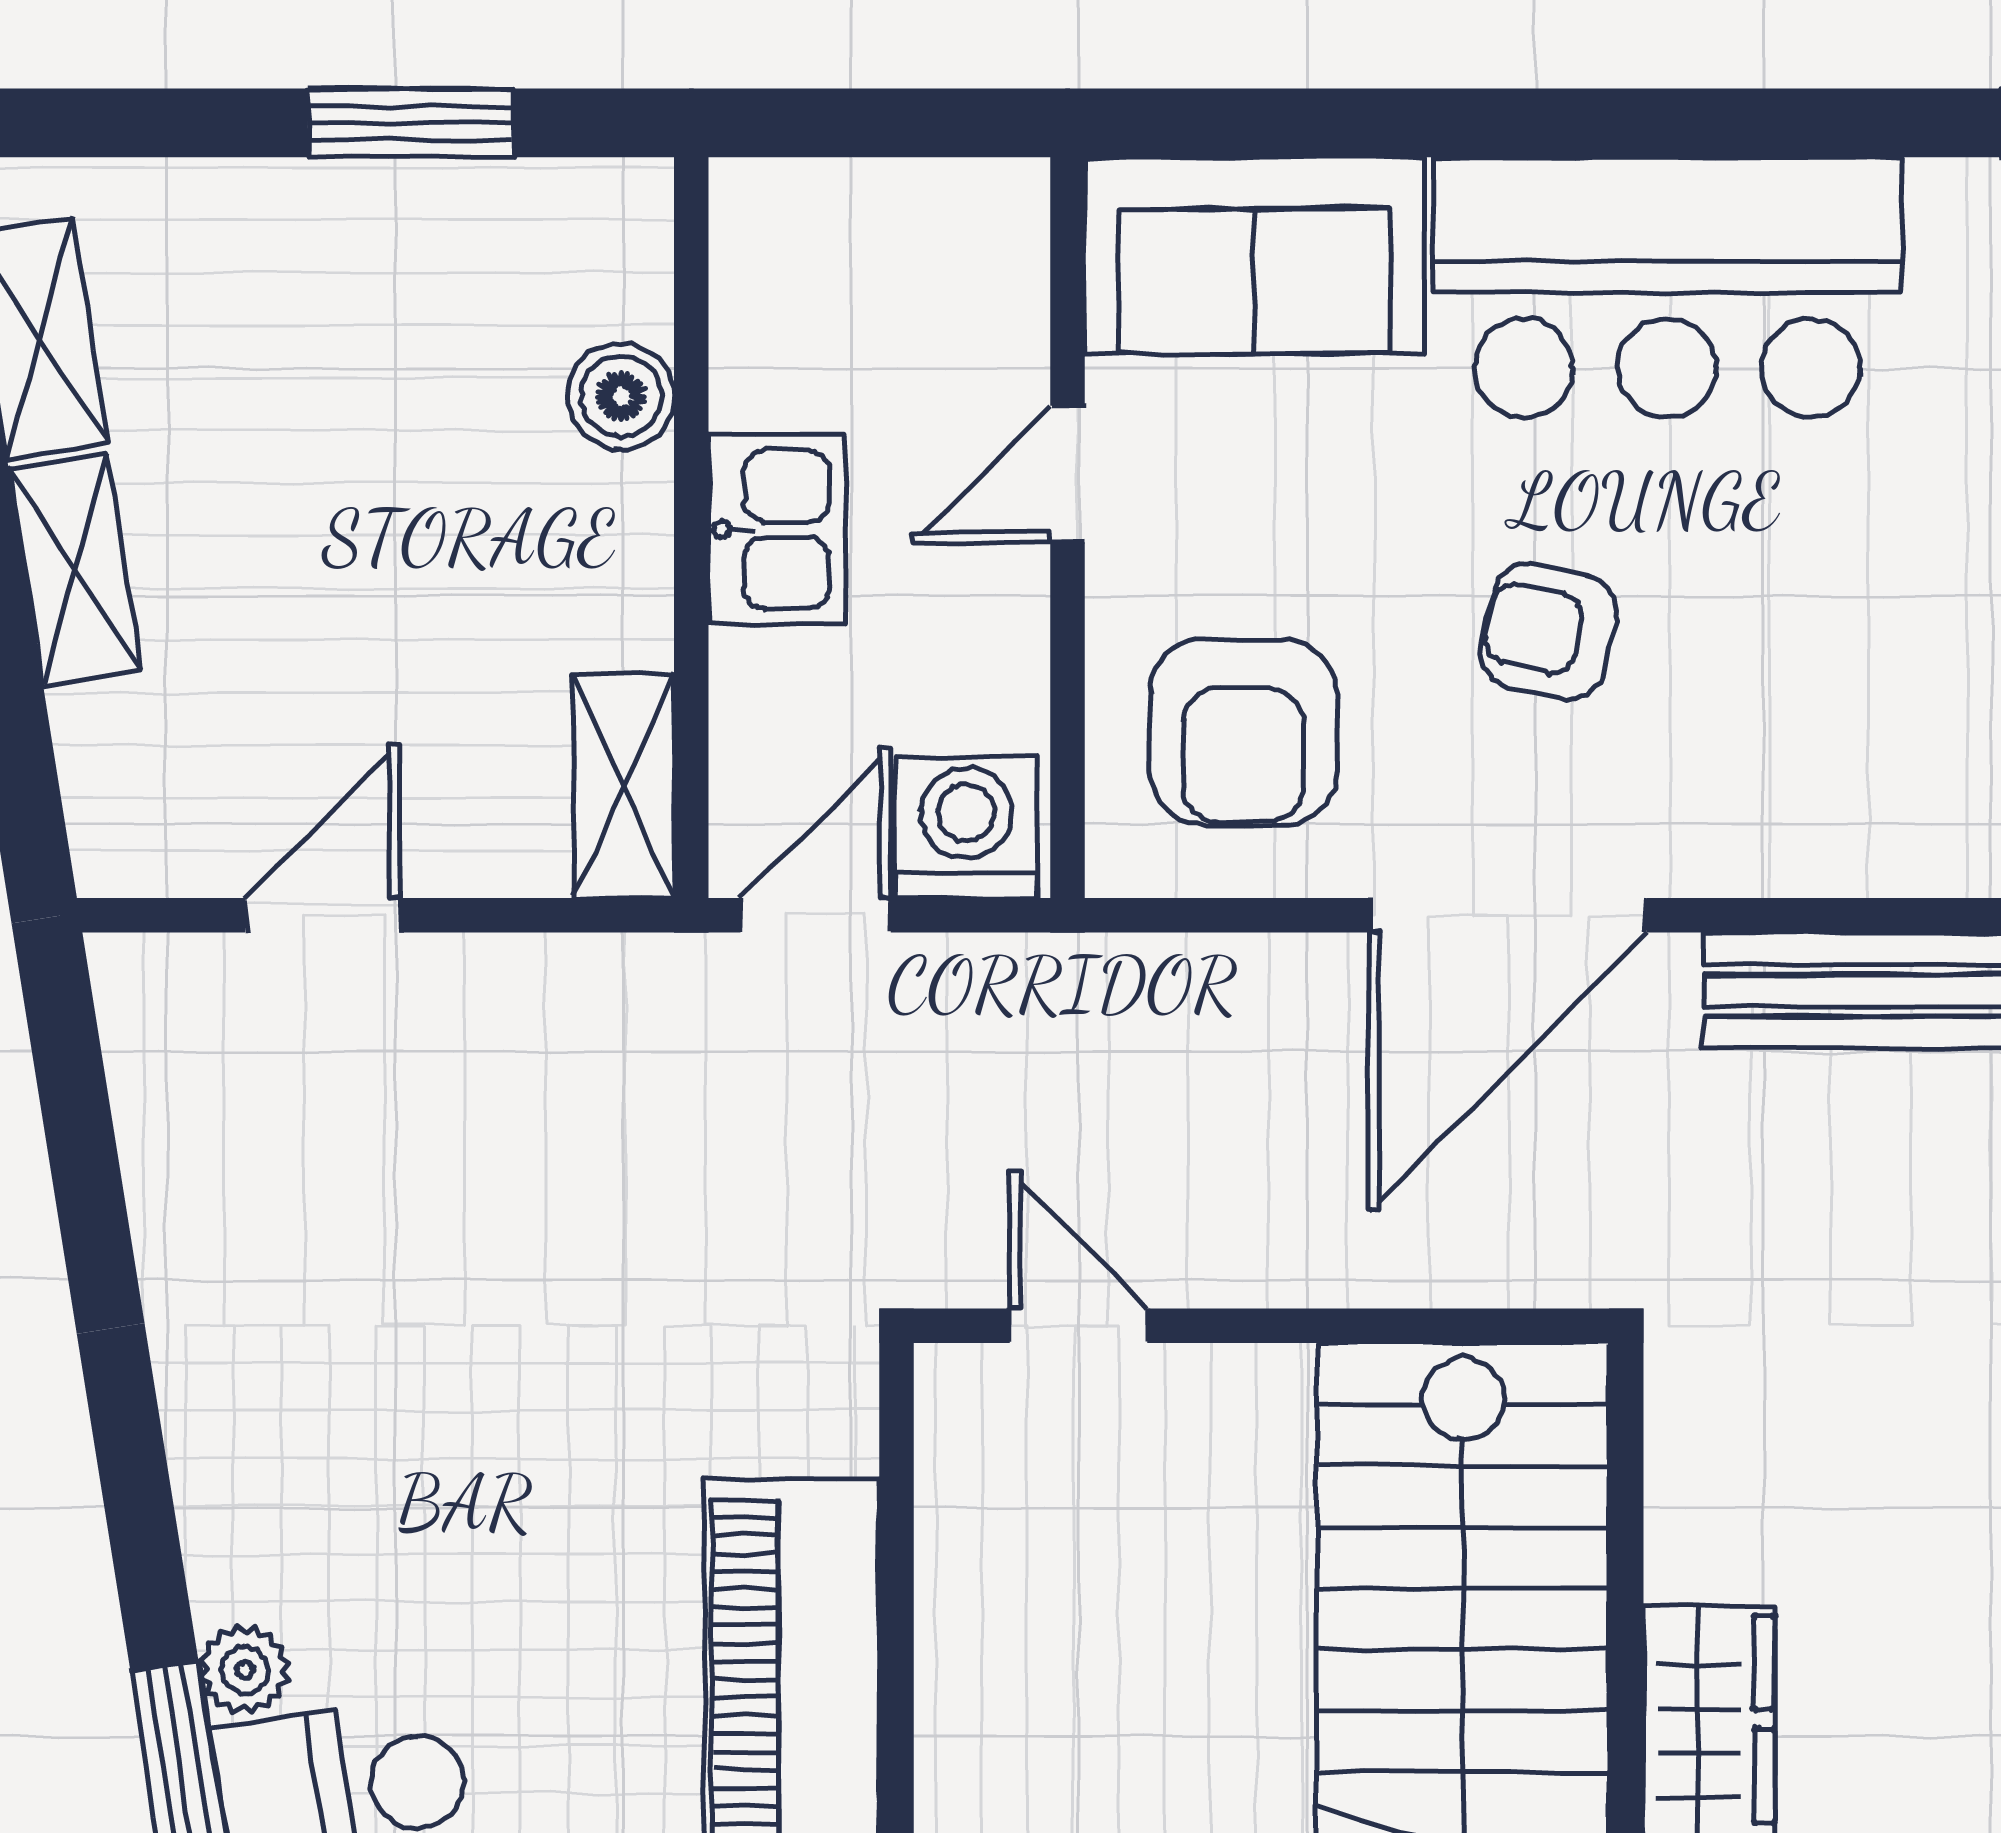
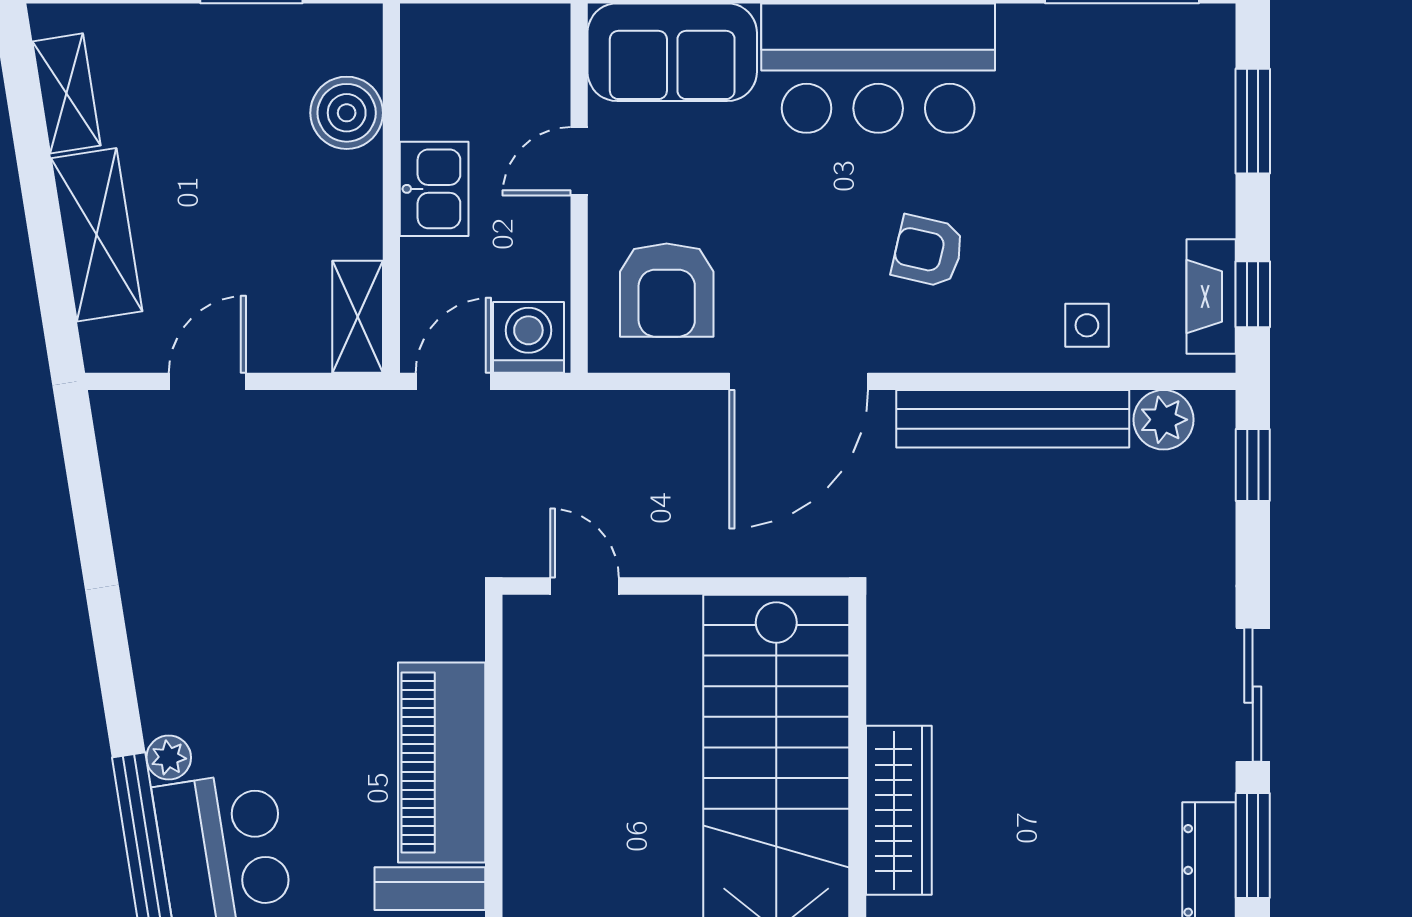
boiler: (621, 396) -> (347, 113), width x1.36, depth x1.36
shelving: (75, 569) -> (97, 235), width x1.50, depth x1.33
armchair: (1548, 632) -> (928, 251), moved

